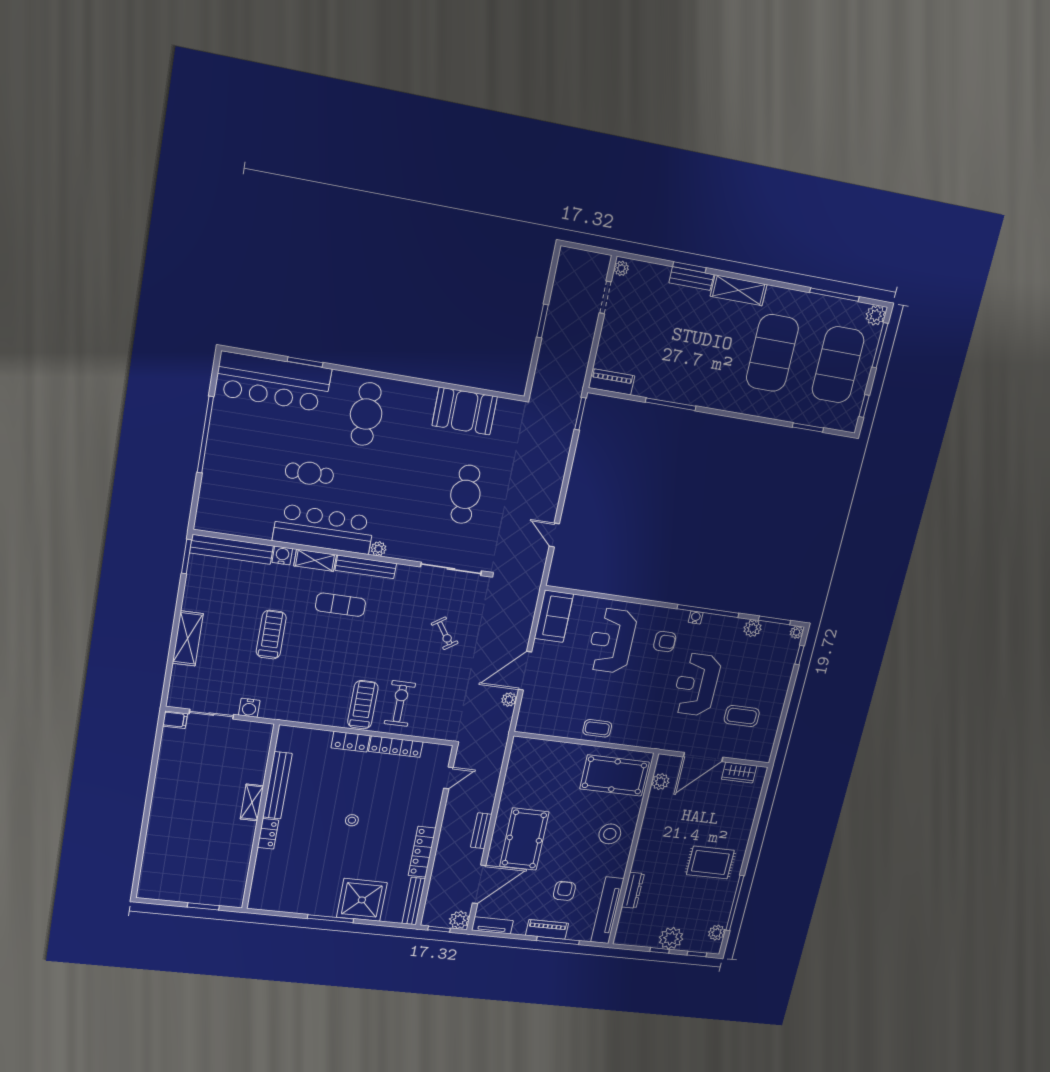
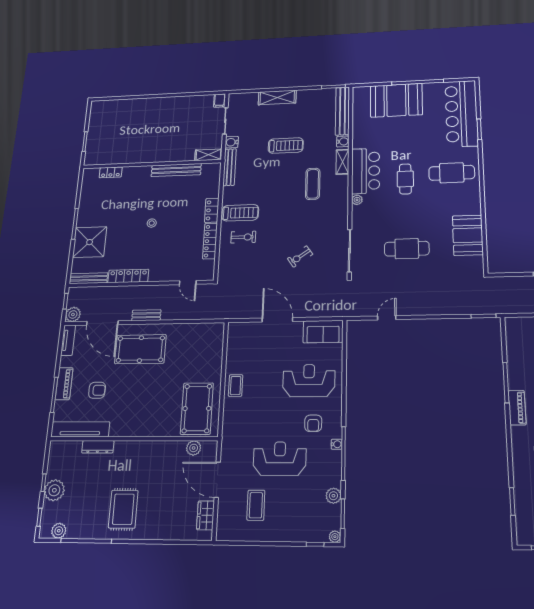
piano: (611, 382) -> (517, 408), moved
booth: (230, 470) -> (396, 100), added
cafe table: (309, 473) -> (405, 179), moved
bar counter: (324, 529) -> (366, 171), width x0.73
bench: (366, 567) -> (229, 167), moved
plant: (509, 700) -> (253, 313), removed
exercise bike: (400, 703) -> (243, 237), width x0.73, depth x0.72
shelving: (252, 802) -> (208, 155), moved
locker: (268, 834) -> (111, 172), moved
stool: (610, 834) -> (147, 416), removed

